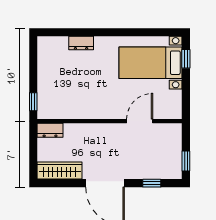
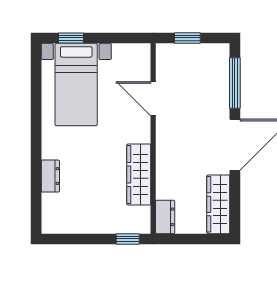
wardrobe: (82, 110) -> (139, 174), added
window: (186, 161) -> (187, 38), moved
window: (152, 183) -> (235, 83), width x2.17

